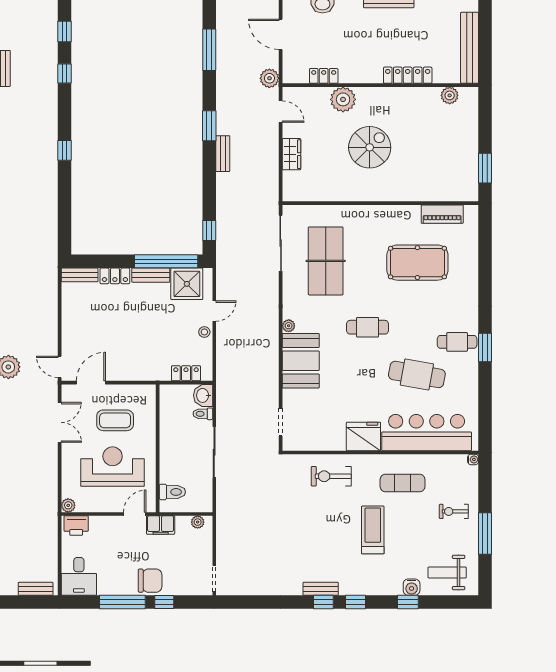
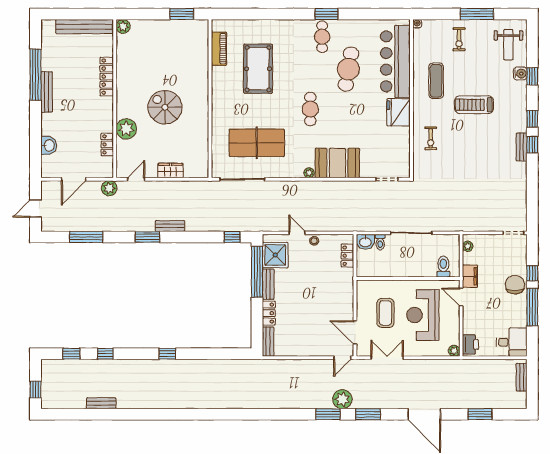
plant: (450, 95) -> (123, 26), moved
exercise bike: (331, 476) -> (431, 138), width x0.73, depth x0.72

